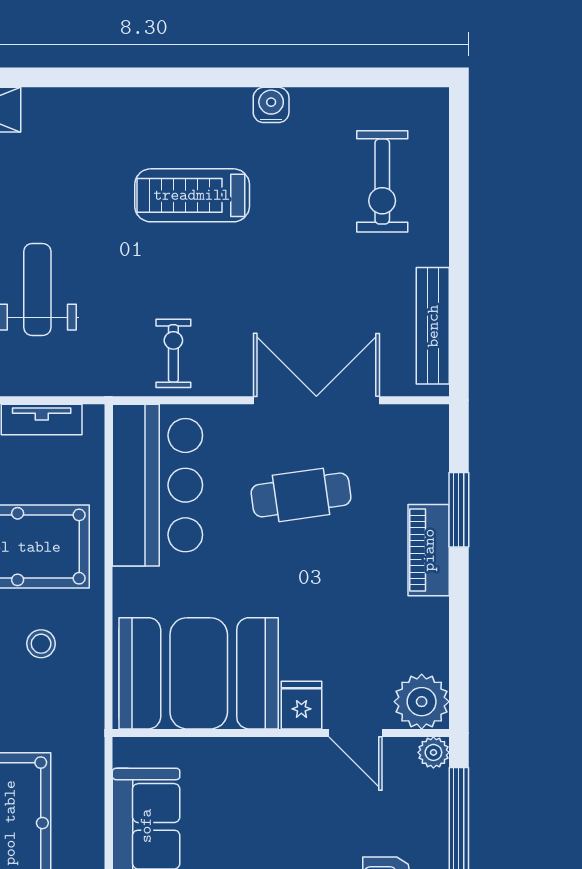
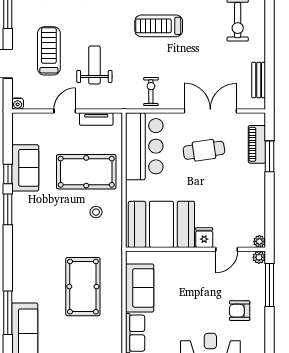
bench: (433, 326) -> (259, 80), width x0.73
piano: (429, 550) -> (257, 144), moved
plant: (422, 702) -> (259, 241), width x0.53, depth x0.53
door: (356, 733) -> (227, 249), hinge flipped

